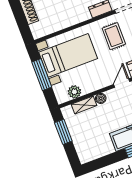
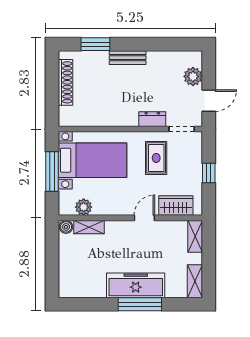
boiler: (101, 98) -> (66, 227), moved
window: (63, 132) -> (52, 250), removed

